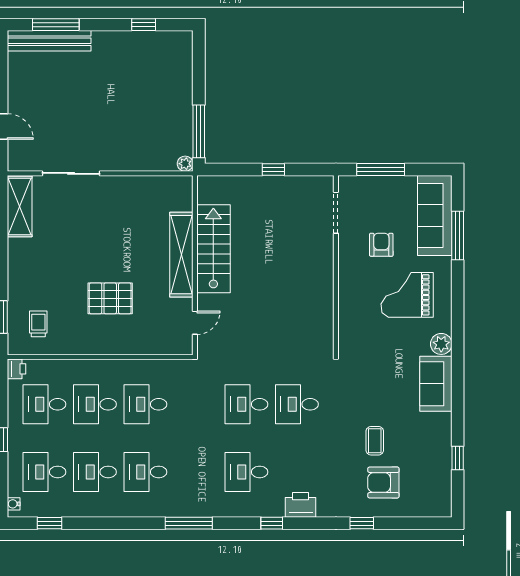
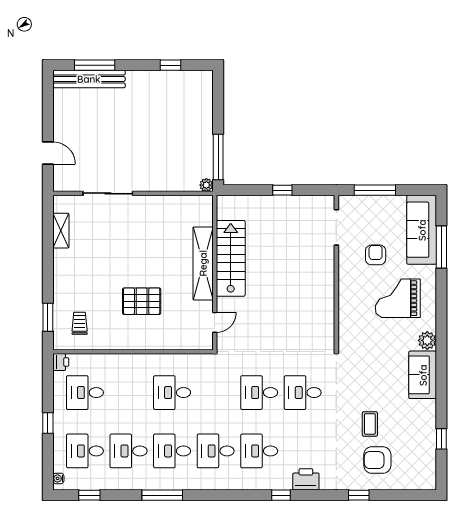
shelving: (20, 206) -> (61, 231), width x0.67, depth x0.75
desk: (95, 404) -> (216, 451), moved
window: (189, 523) -> (162, 495), moved

